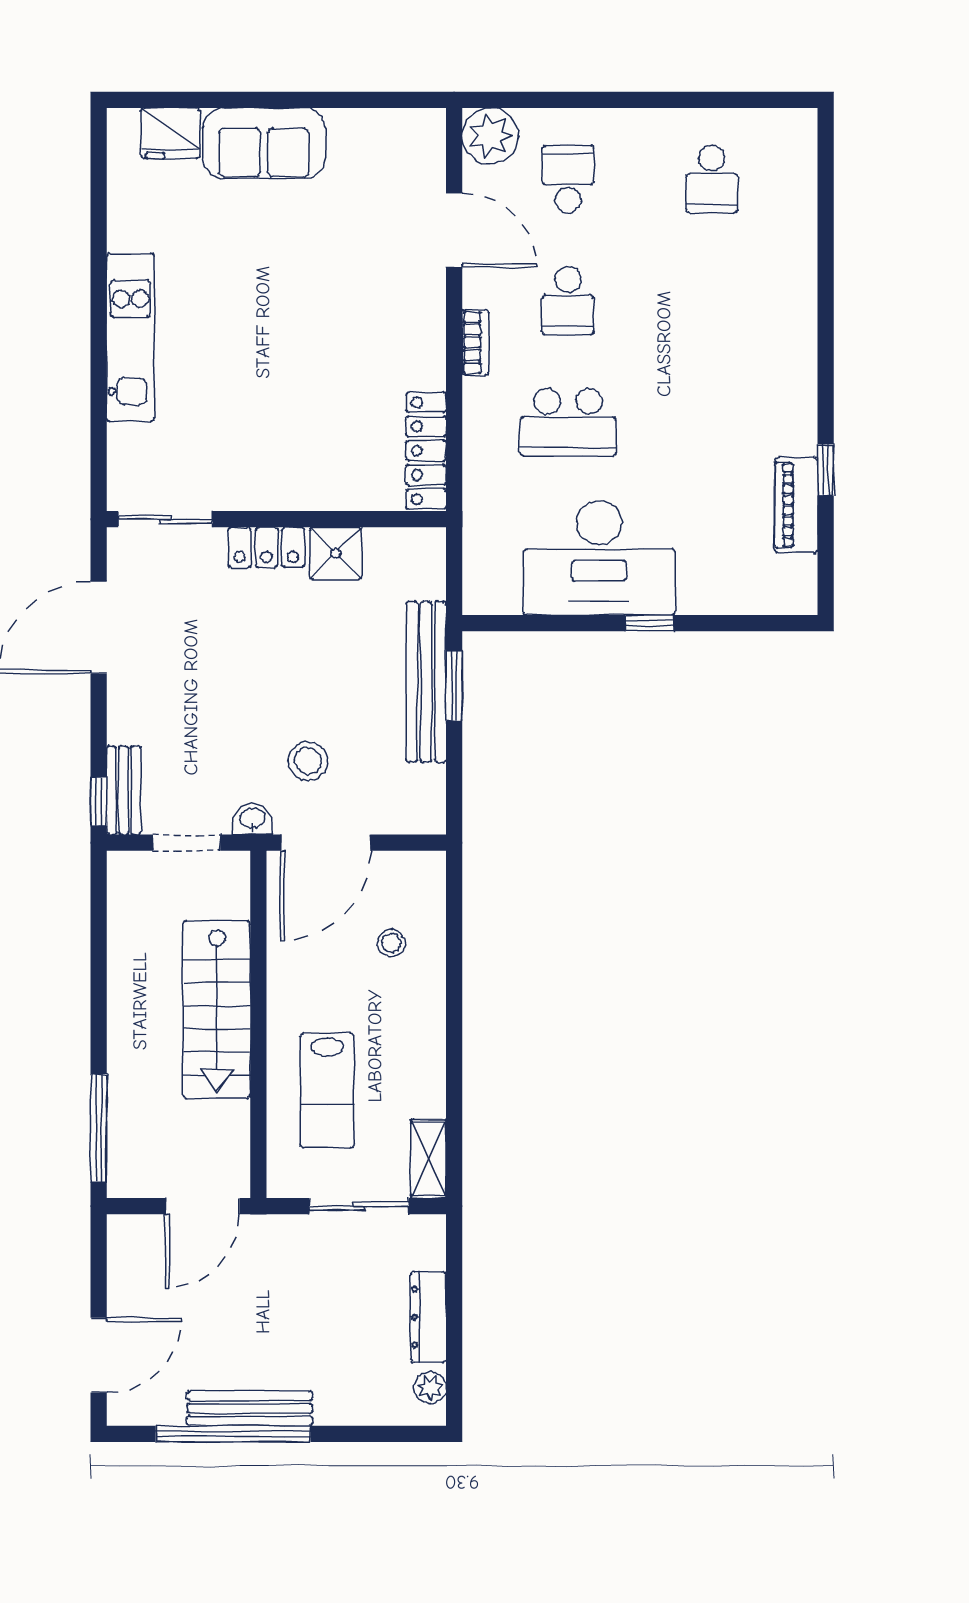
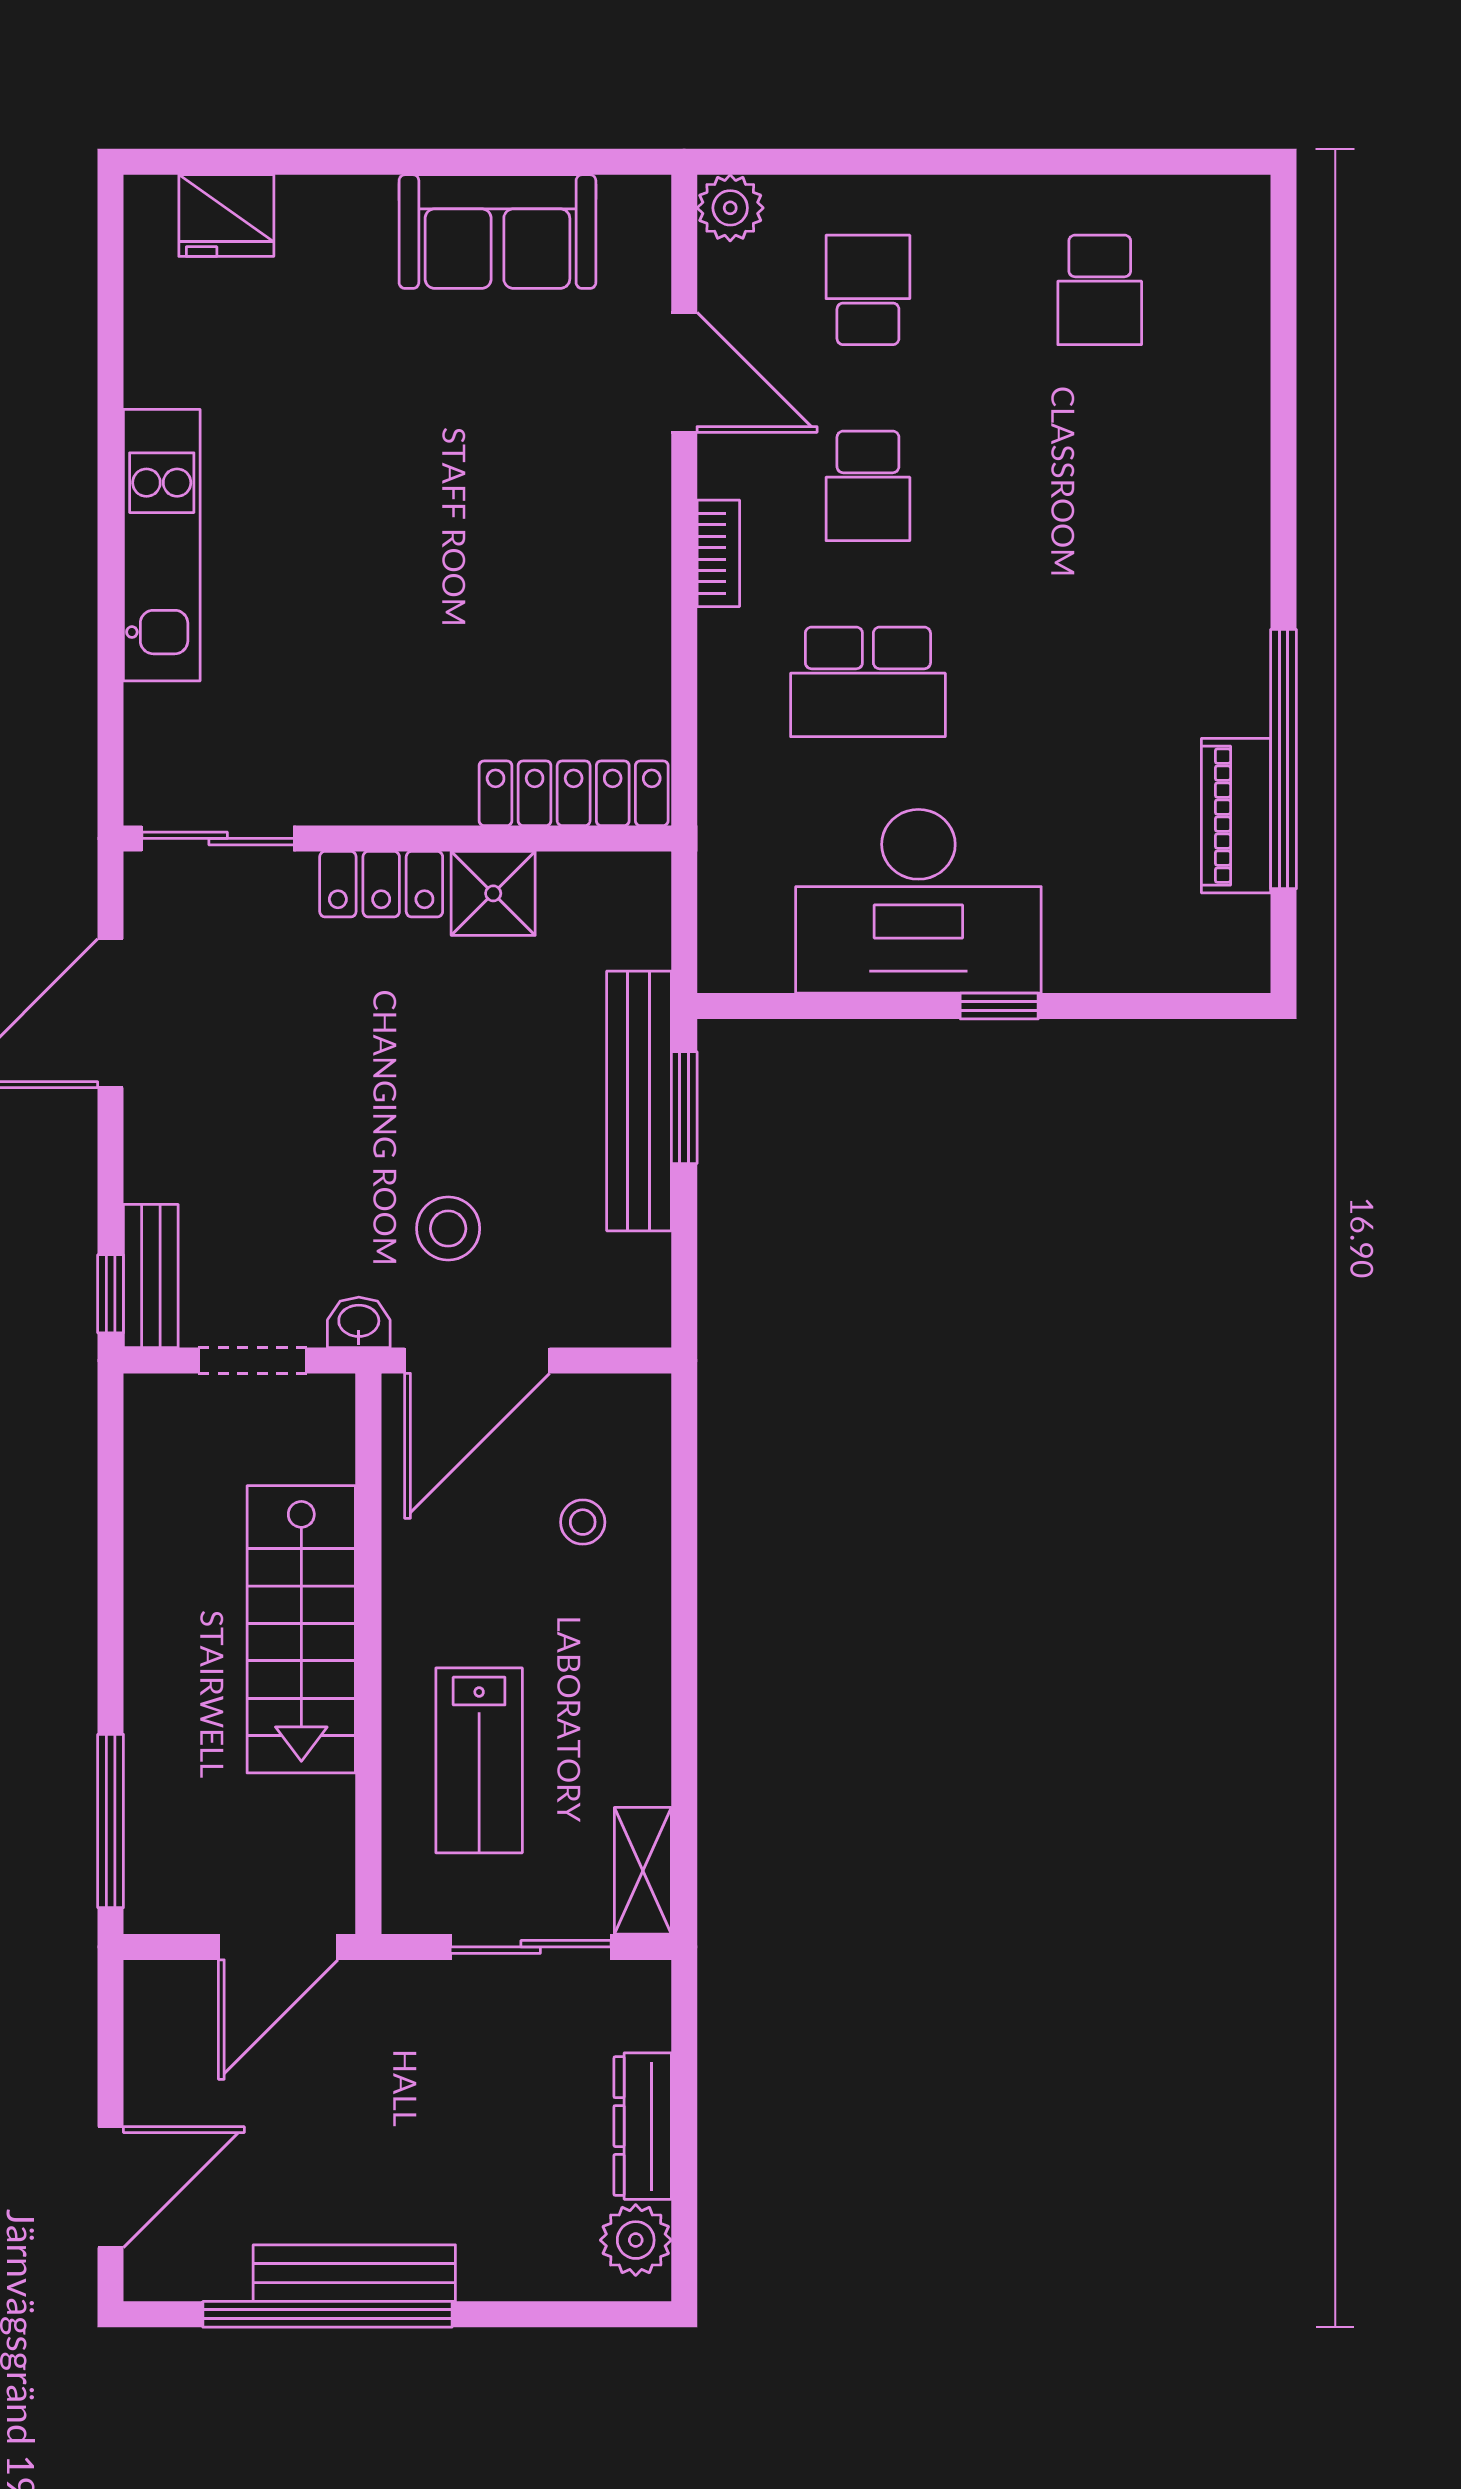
plant: (490, 136) -> (730, 208), width x0.73, depth x0.73
sofa: (264, 143) -> (497, 232), moved
locker: (426, 451) -> (574, 793), moved, turned 90
window: (826, 470) -> (1283, 759), width x3.17
plant: (430, 1388) -> (636, 2240), width x1.38, depth x1.38

